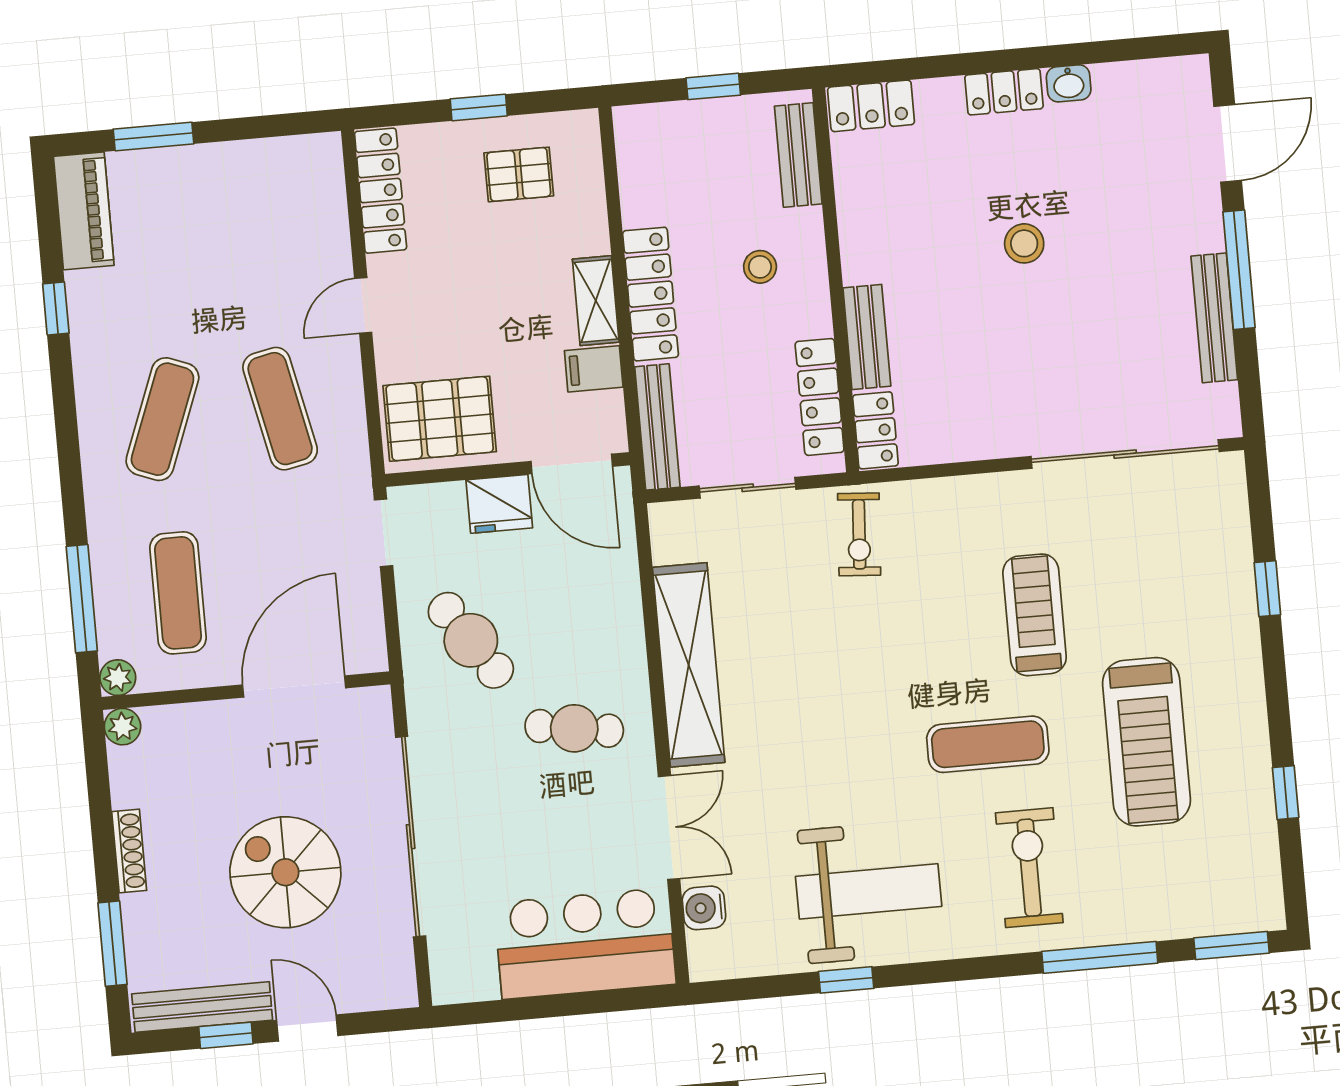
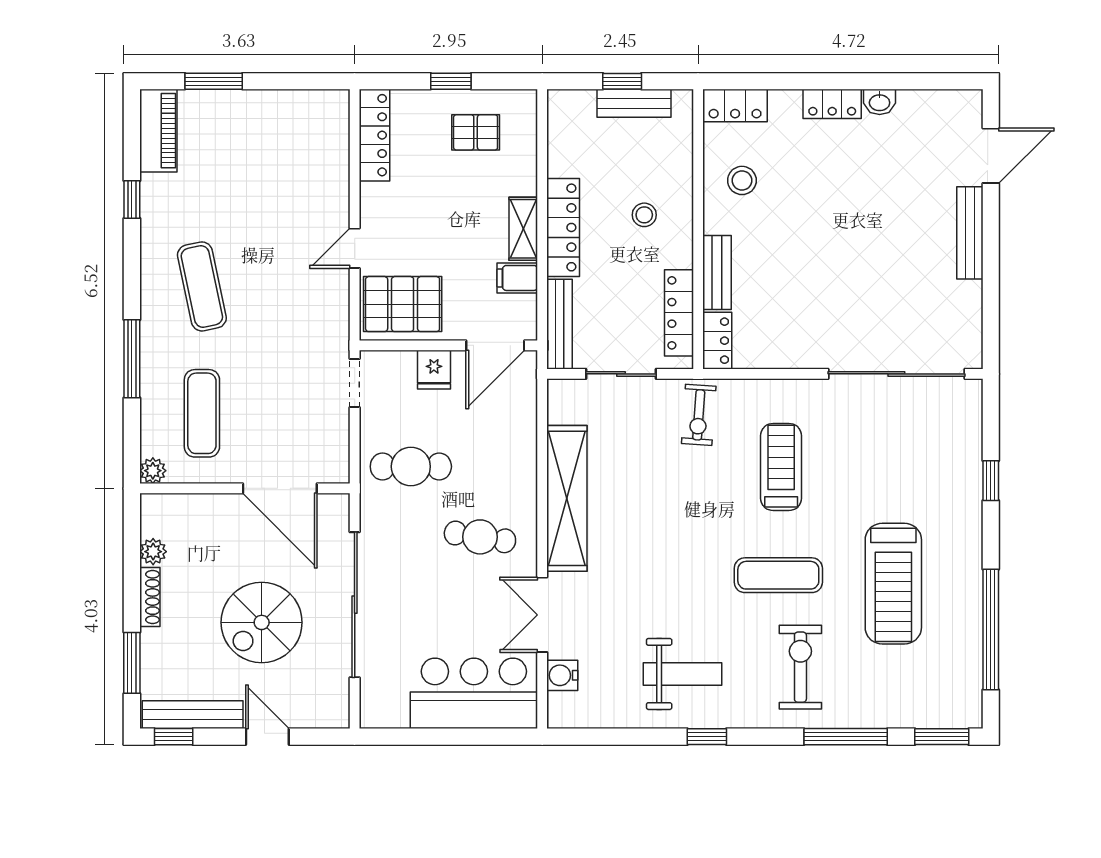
bench: (798, 155) -> (634, 103), moved, turned 90
stool: (1024, 243) -> (742, 180), moved
window: (1239, 270) -> (991, 248), removed
door: (363, 305) -> (355, 248), moved
bench: (1214, 318) -> (970, 233), moved
exercise mat: (280, 409) -> (288, 286), removed
exercise mat: (162, 419) -> (202, 286), turned -33
door: (572, 464) -> (495, 345), hinge flipped
fridge: (499, 504) -> (434, 370), width x0.72
window: (82, 599) -> (132, 359), moved
treadmill: (1035, 615) -> (781, 467), moved
cafe table: (471, 640) -> (411, 467), turned -56
door: (294, 686) -> (280, 488), swing flipped
plant: (122, 727) -> (153, 552), moved
window: (1286, 793) -> (991, 629), width x3.17
double door: (669, 828) -> (542, 615), swing flipped
spiral stairs: (285, 872) -> (262, 622), turned -90
weight bench: (869, 891) -> (683, 674), width x0.73, depth x0.75
window: (846, 980) -> (707, 737), moved
window: (226, 1035) -> (174, 737), moved

